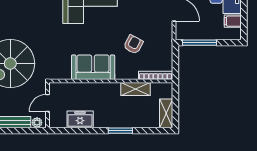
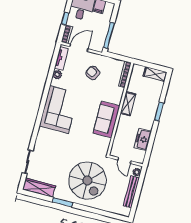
armchair: (133, 45) -> (93, 73), moved
shelving: (135, 89) -> (128, 104), moved

